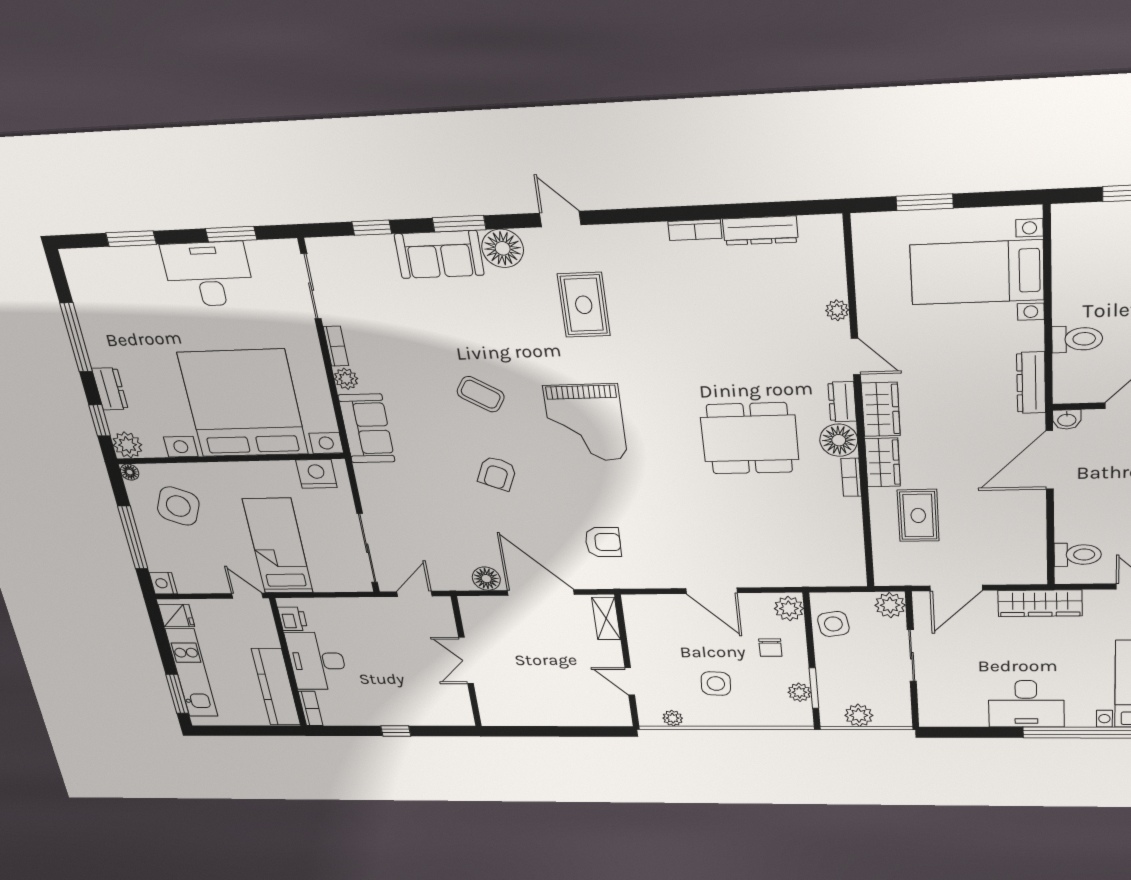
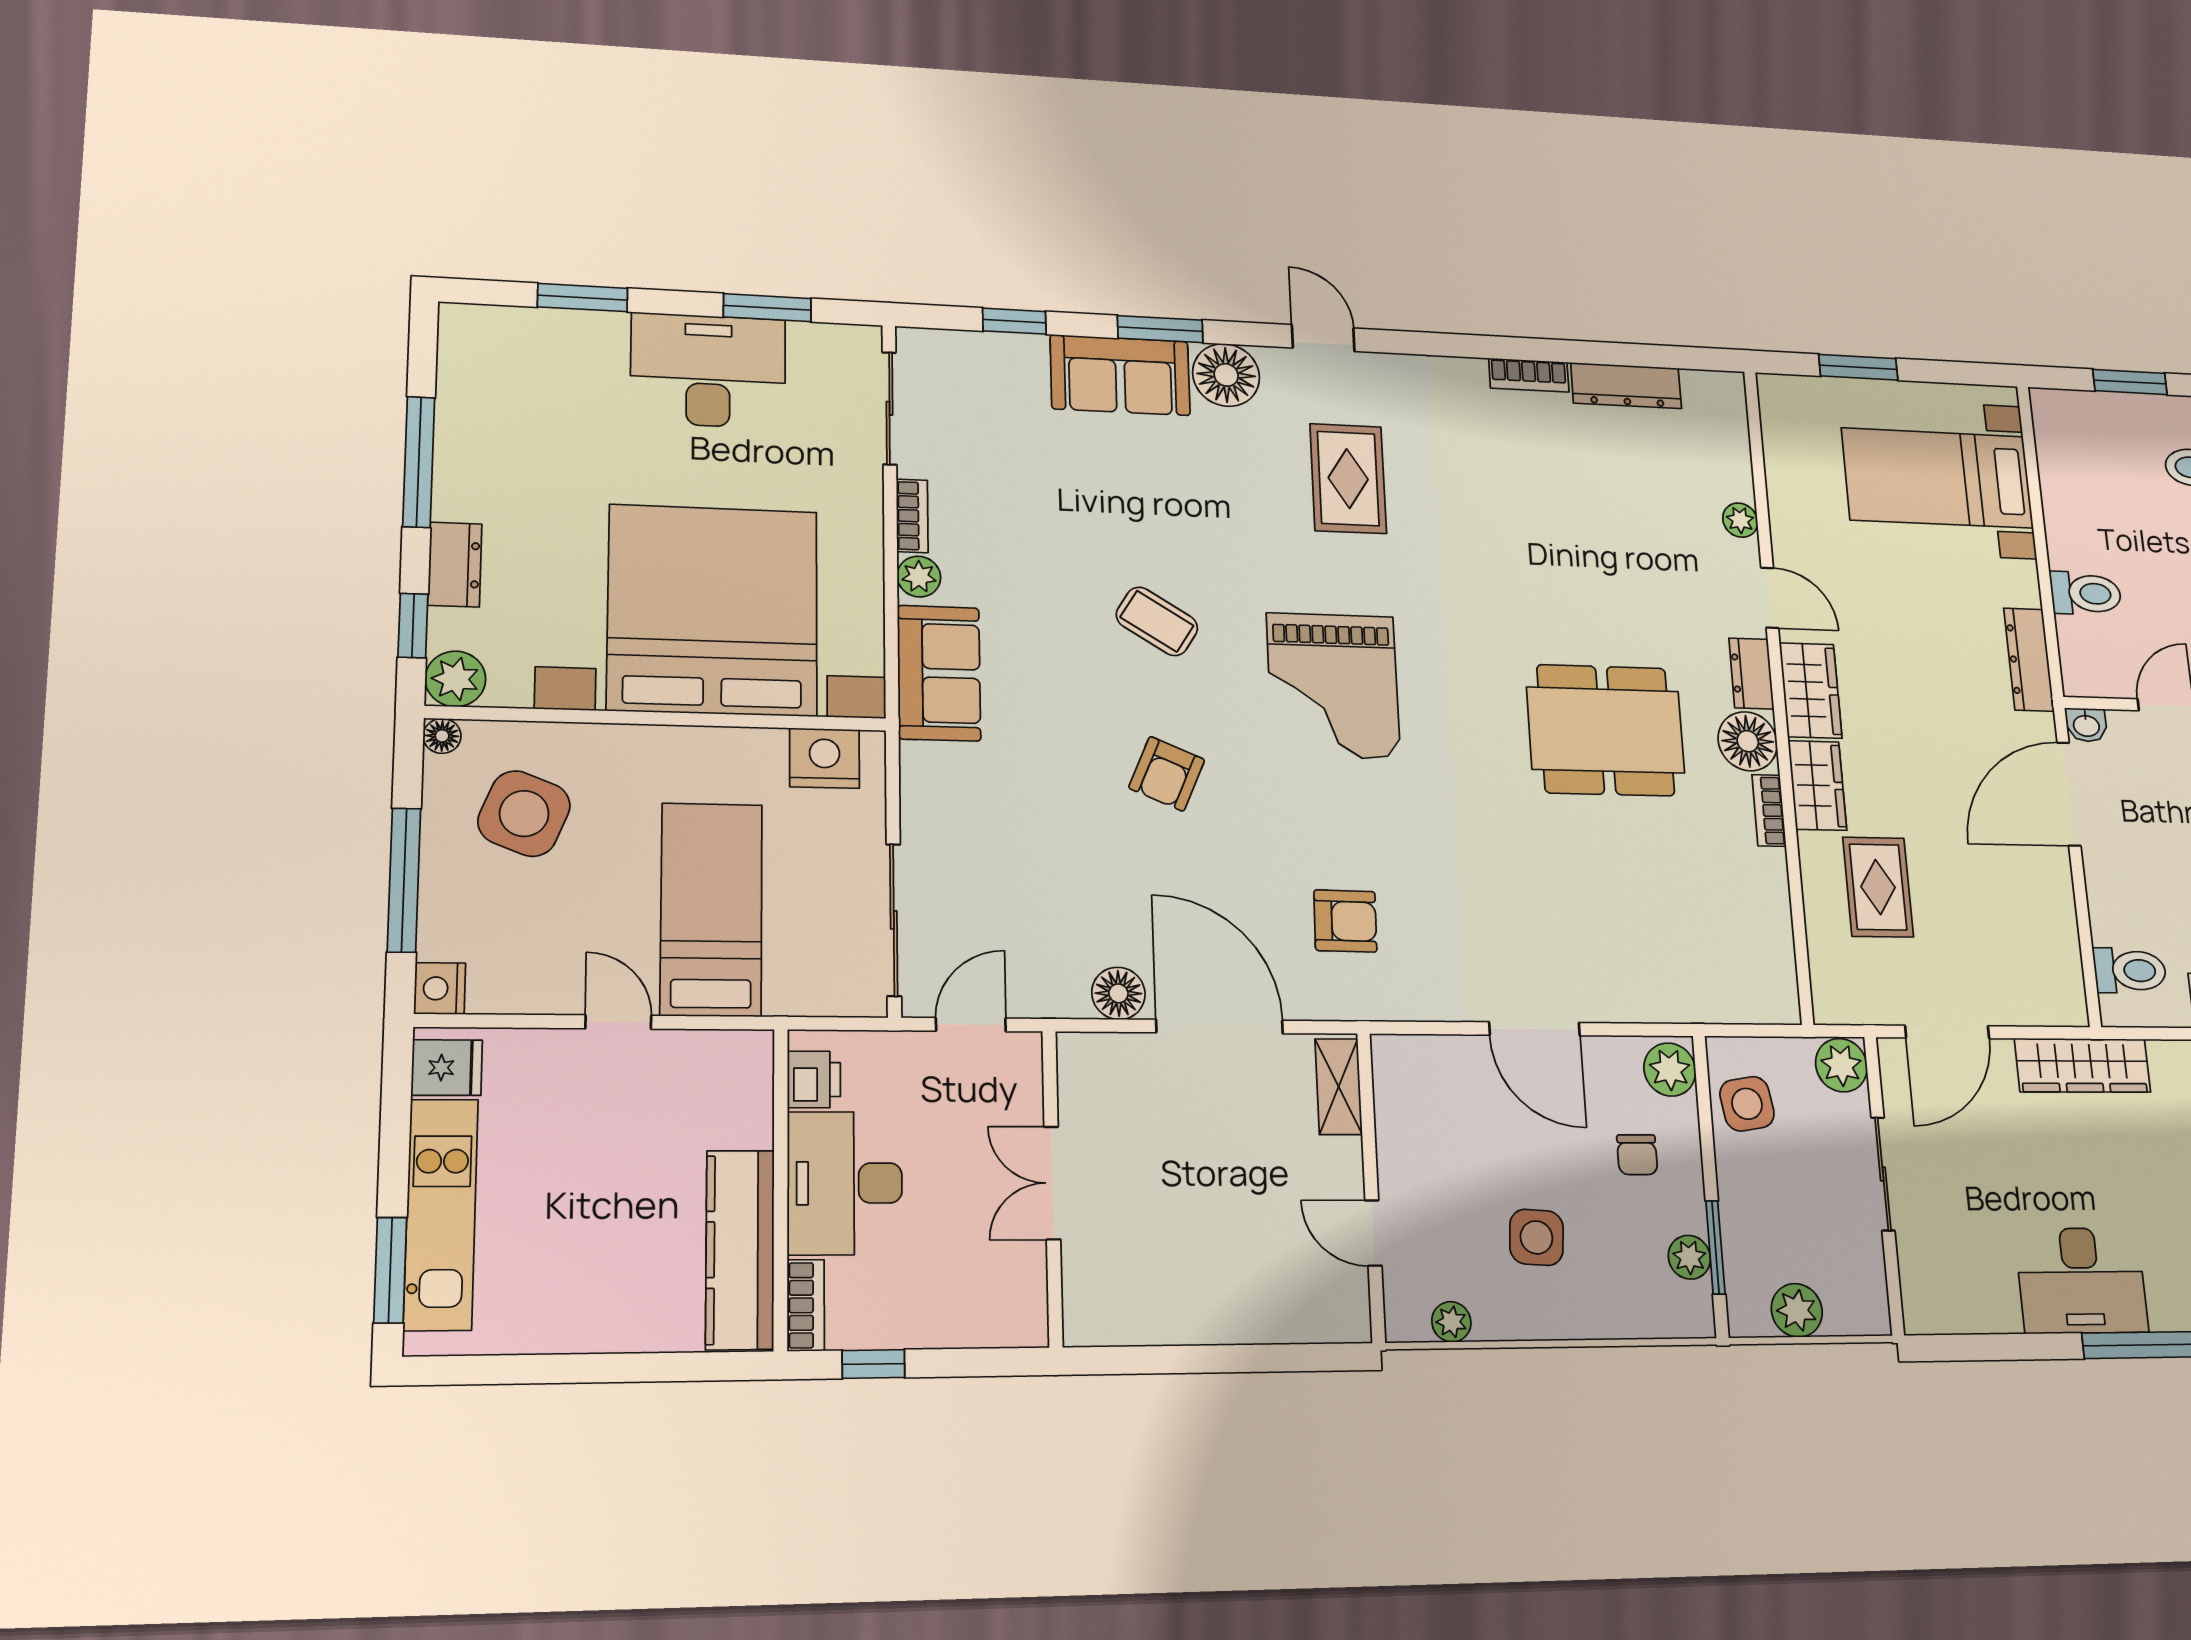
printer: (293, 619) -> (814, 1079), moved
desk: (317, 661) -> (845, 1183), moved
wall: (288, 663) -> (781, 1188), moved
kitchen counter: (276, 687) -> (740, 1249), moved
bookcase: (311, 708) -> (806, 1305), moved

